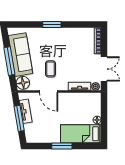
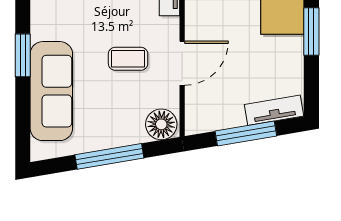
sofa: (21, 55) -> (51, 91), moved, turned 100
tv unit: (26, 111) -> (274, 110), moved

